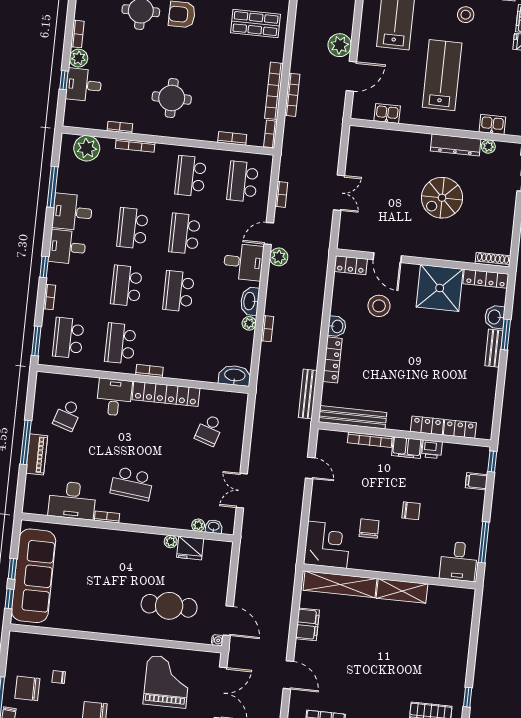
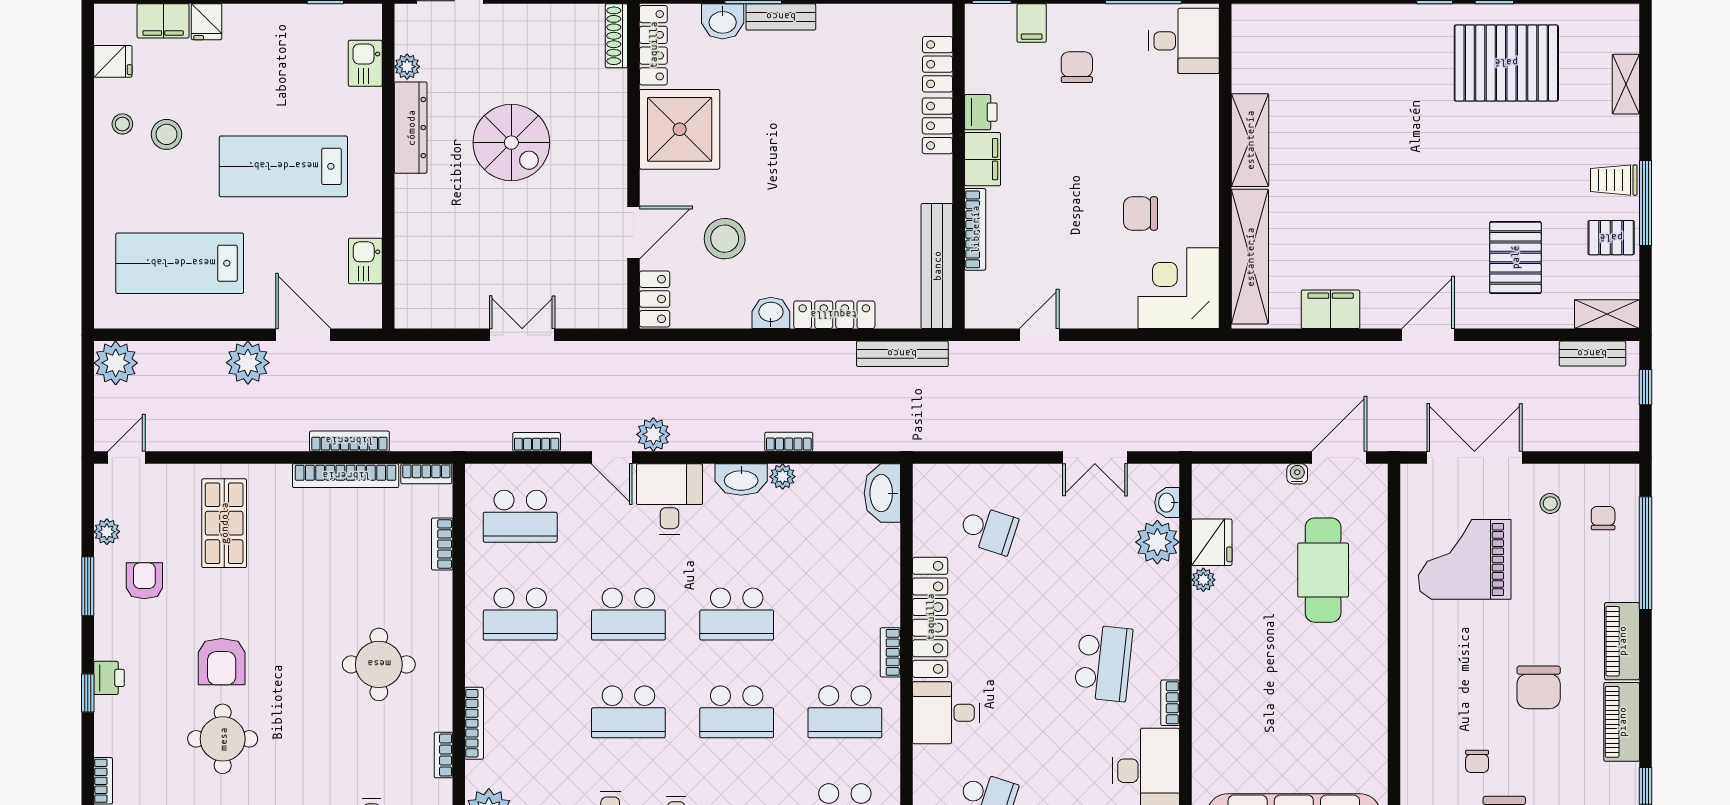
chair: (411, 511) -> (1077, 67), moved
plant: (198, 525) -> (1157, 542), width x1.88, depth x1.88
water cooler: (217, 640) -> (1297, 474), moved

